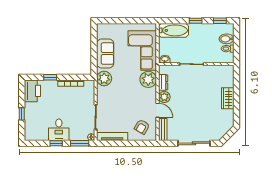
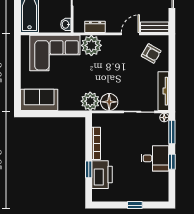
sofa: (105, 54) -> (39, 100), moved
printer: (32, 91) -> (102, 175), moved, turned 90
floor lamp: (104, 94) -> (109, 102), added
plant: (164, 97) -> (114, 25), removed

